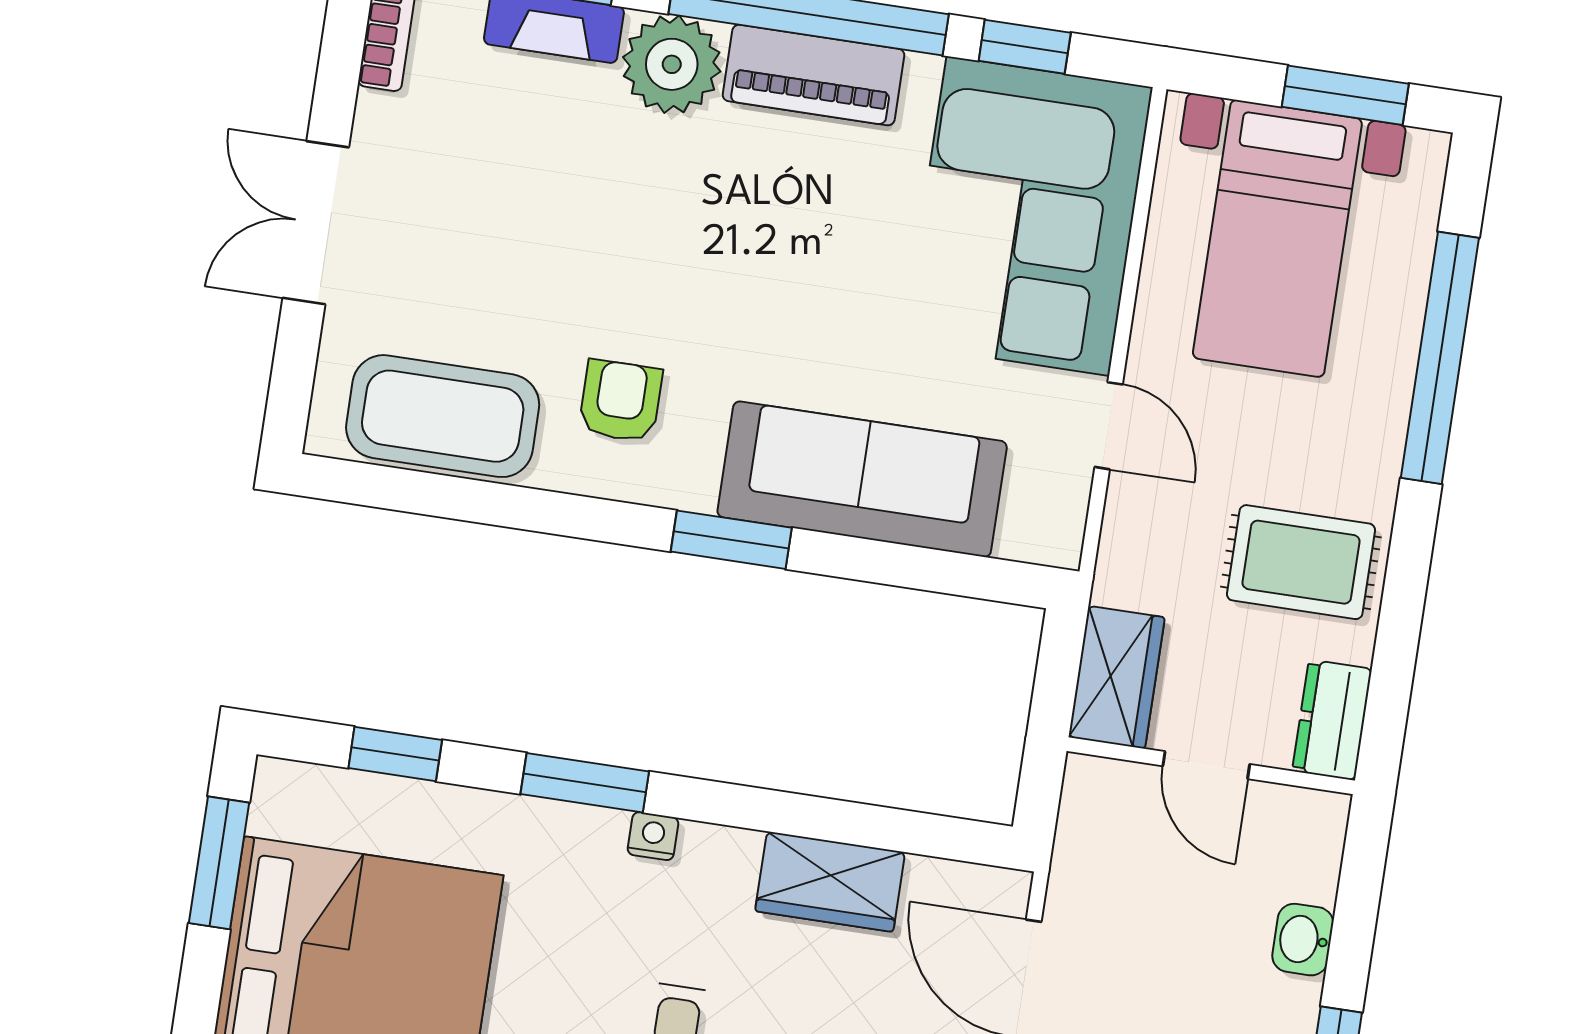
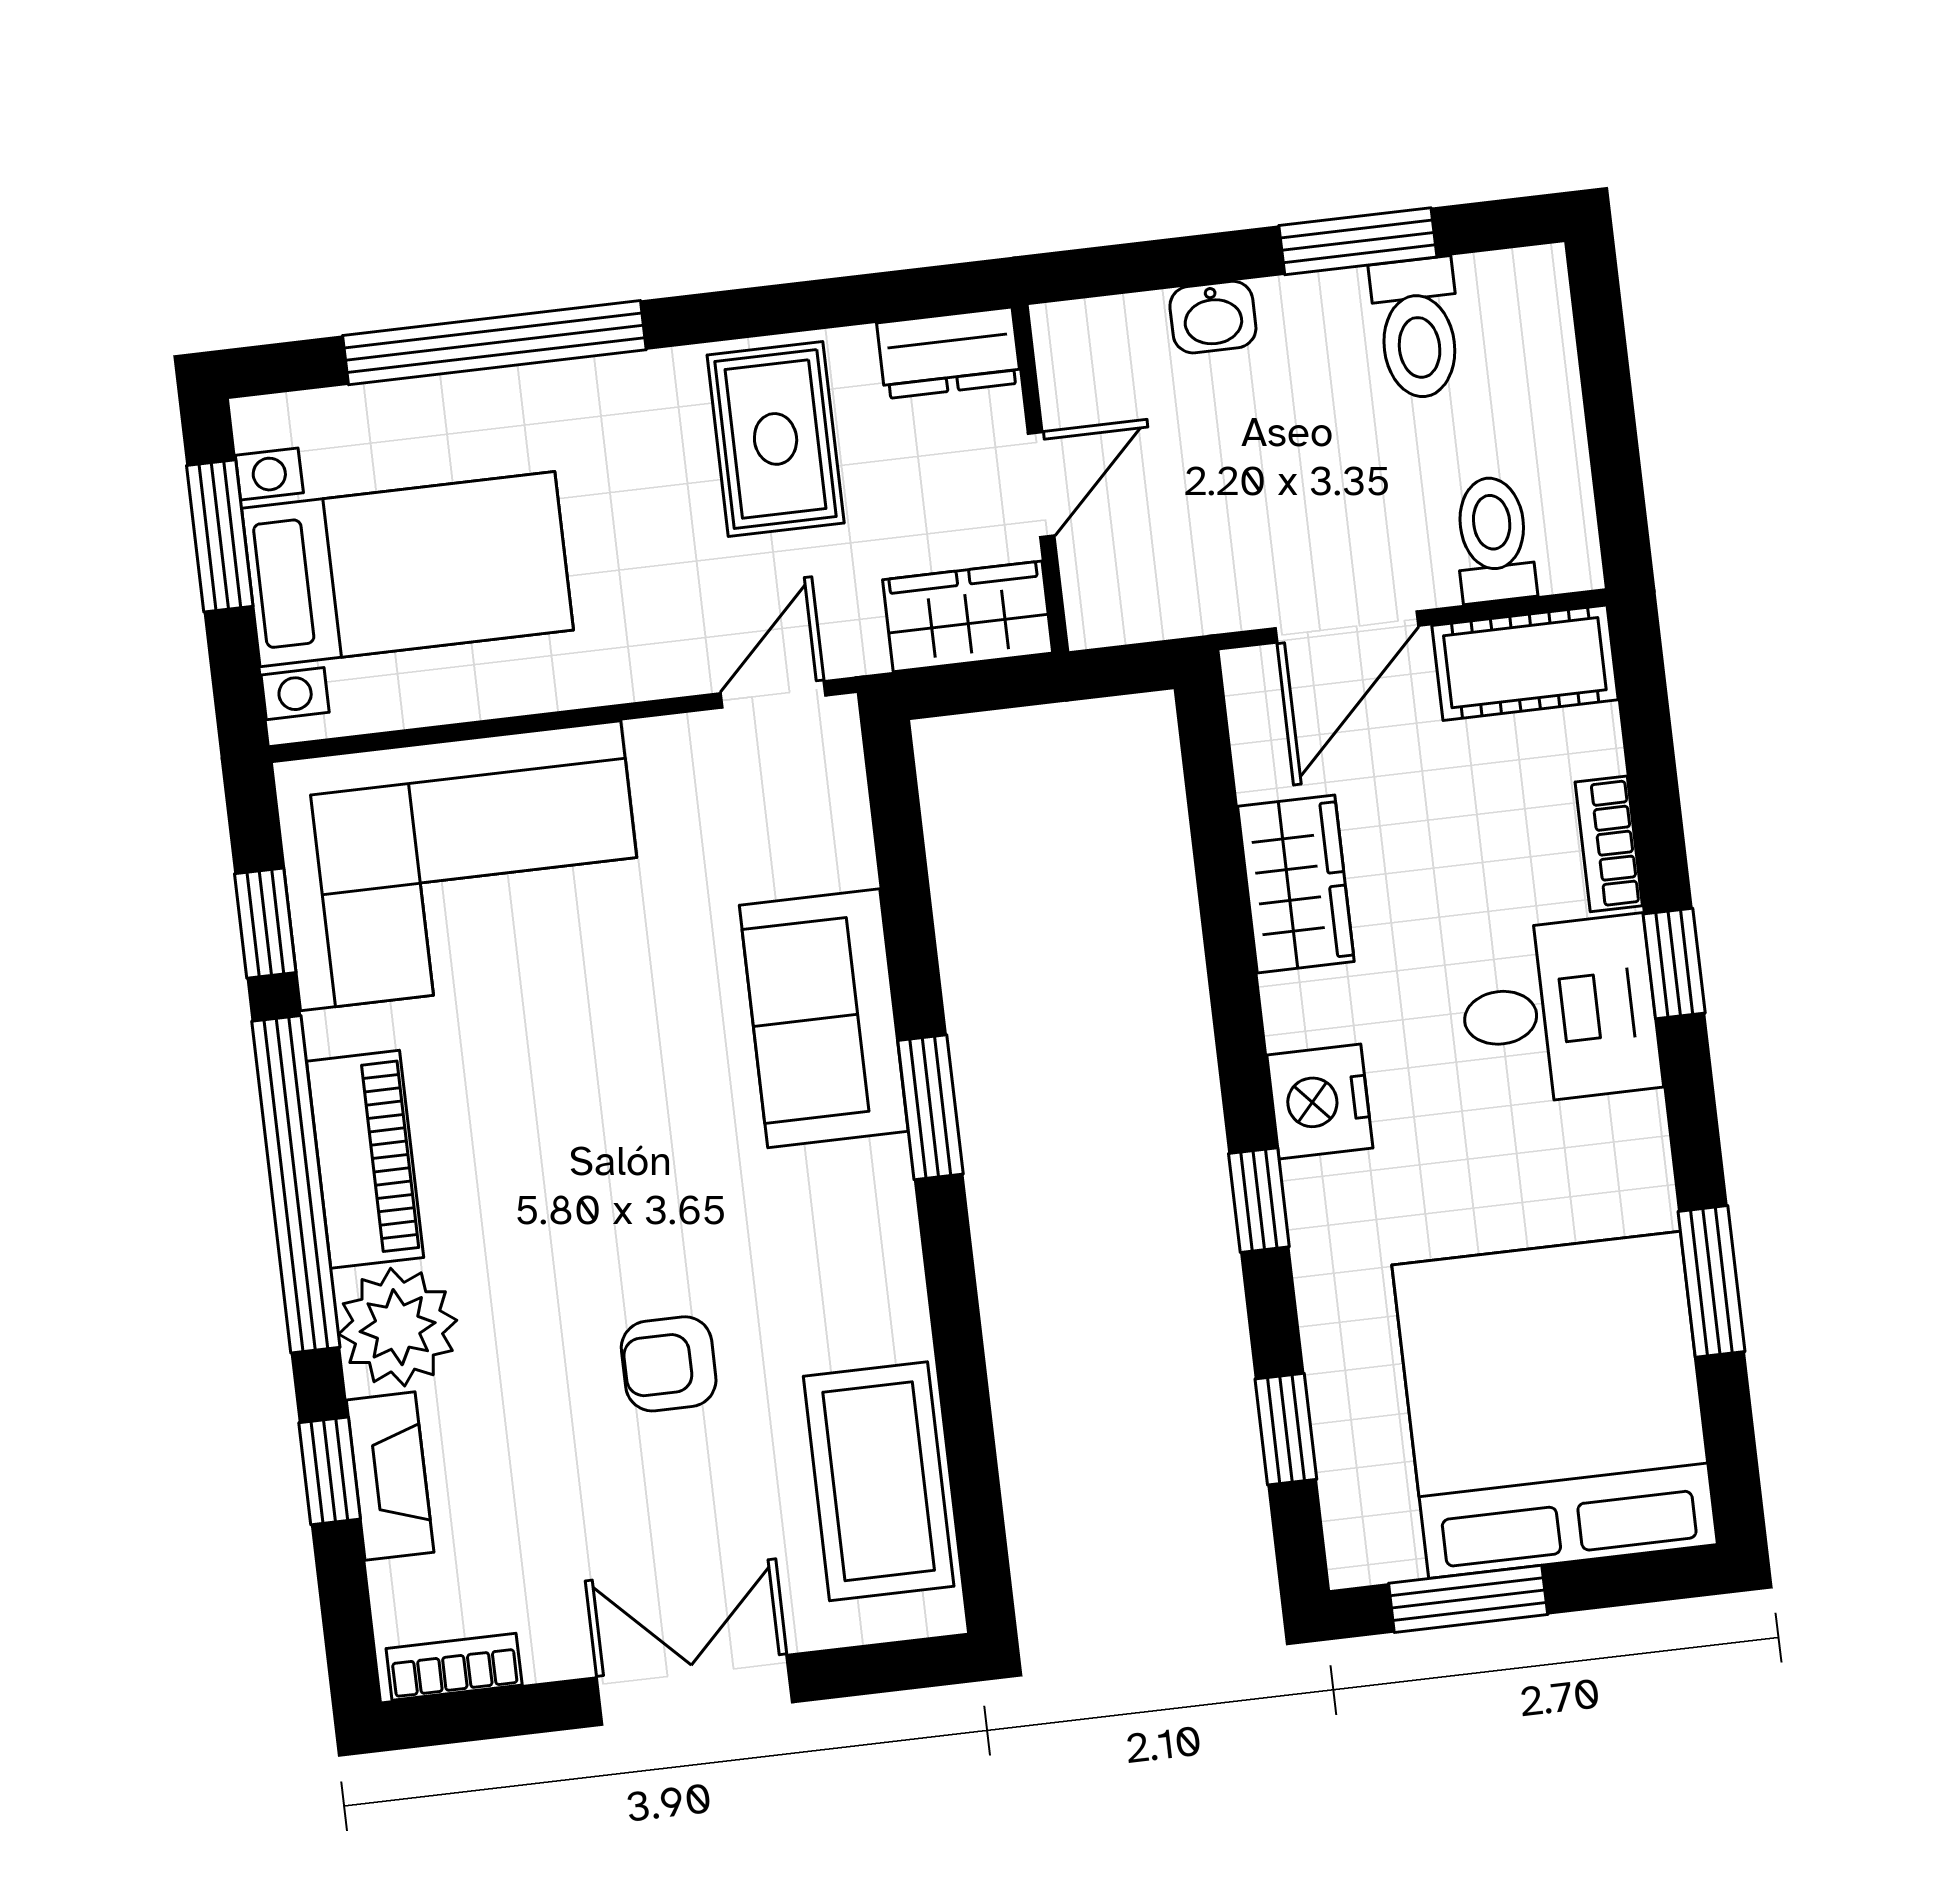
double door: (316, 223) -> (694, 1690), swing flipped
armchair: (620, 401) -> (669, 1364), moved
door: (1109, 426) -> (773, 694), moved
sofa: (862, 479) -> (824, 1018), width x0.73
window: (585, 783) -> (1259, 1200), width x0.67
nightstand: (653, 836) -> (1320, 1101), width x1.89, depth x1.79

